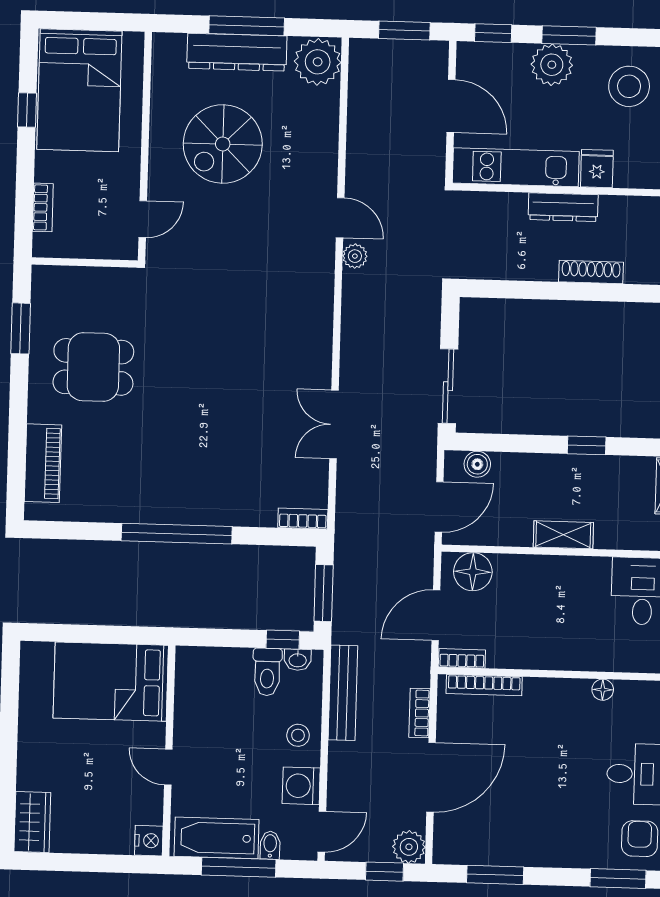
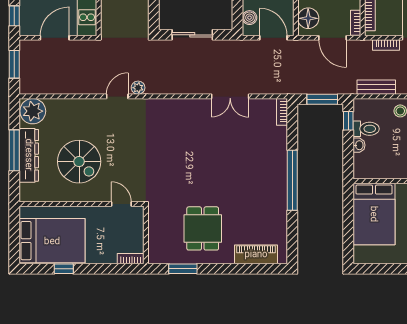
bookcase: (43, 207) -> (131, 259), moved
sliding door: (448, 386) -> (192, 35), moved
washbasin: (298, 660) -> (359, 145), moved
bench: (343, 693) -> (376, 87), width x0.73

